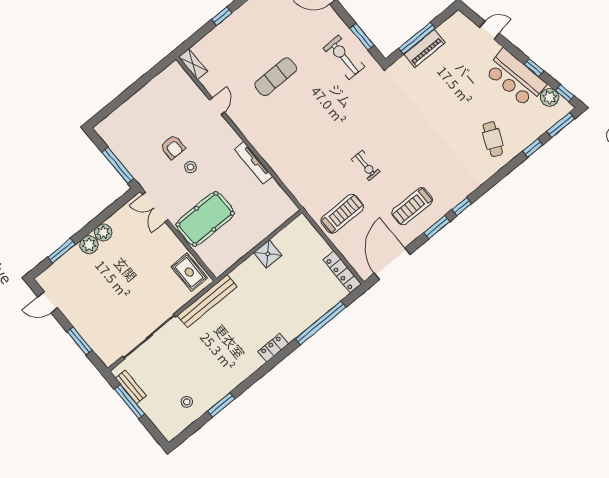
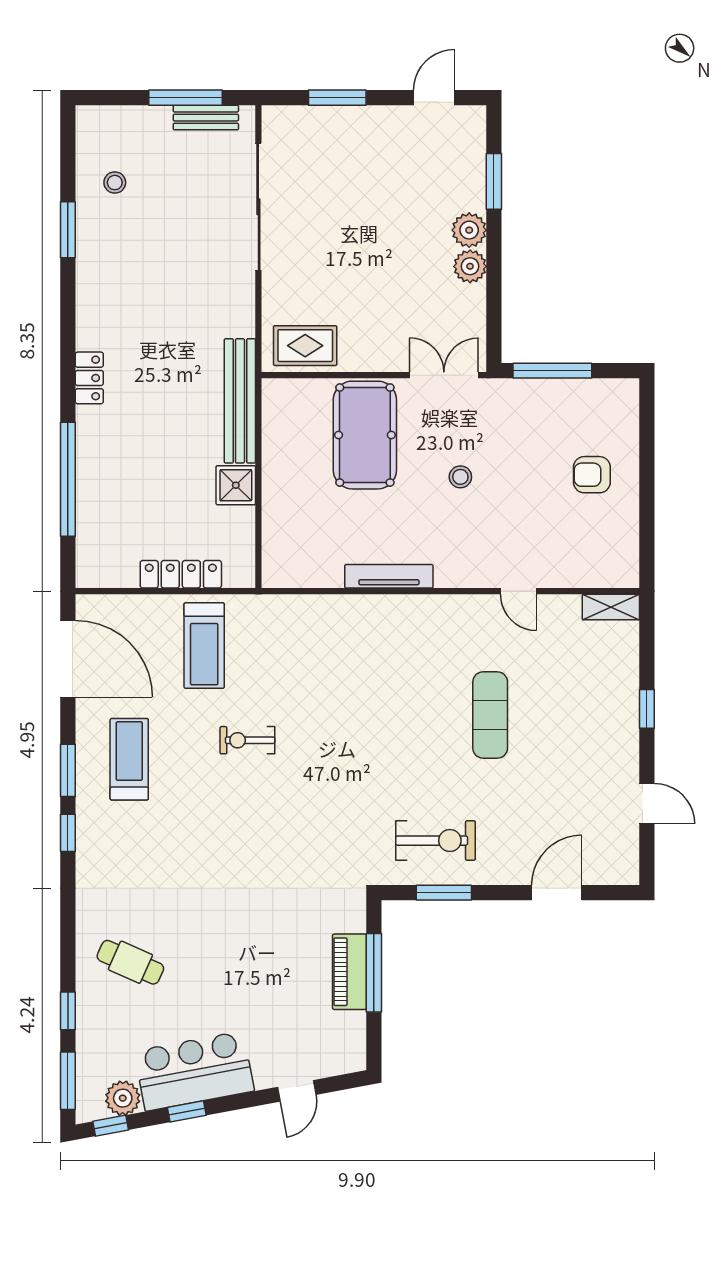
armchair: (173, 147) -> (592, 475), moved
locker: (342, 272) -> (181, 574), moved
bench: (207, 301) -> (240, 401), moved

